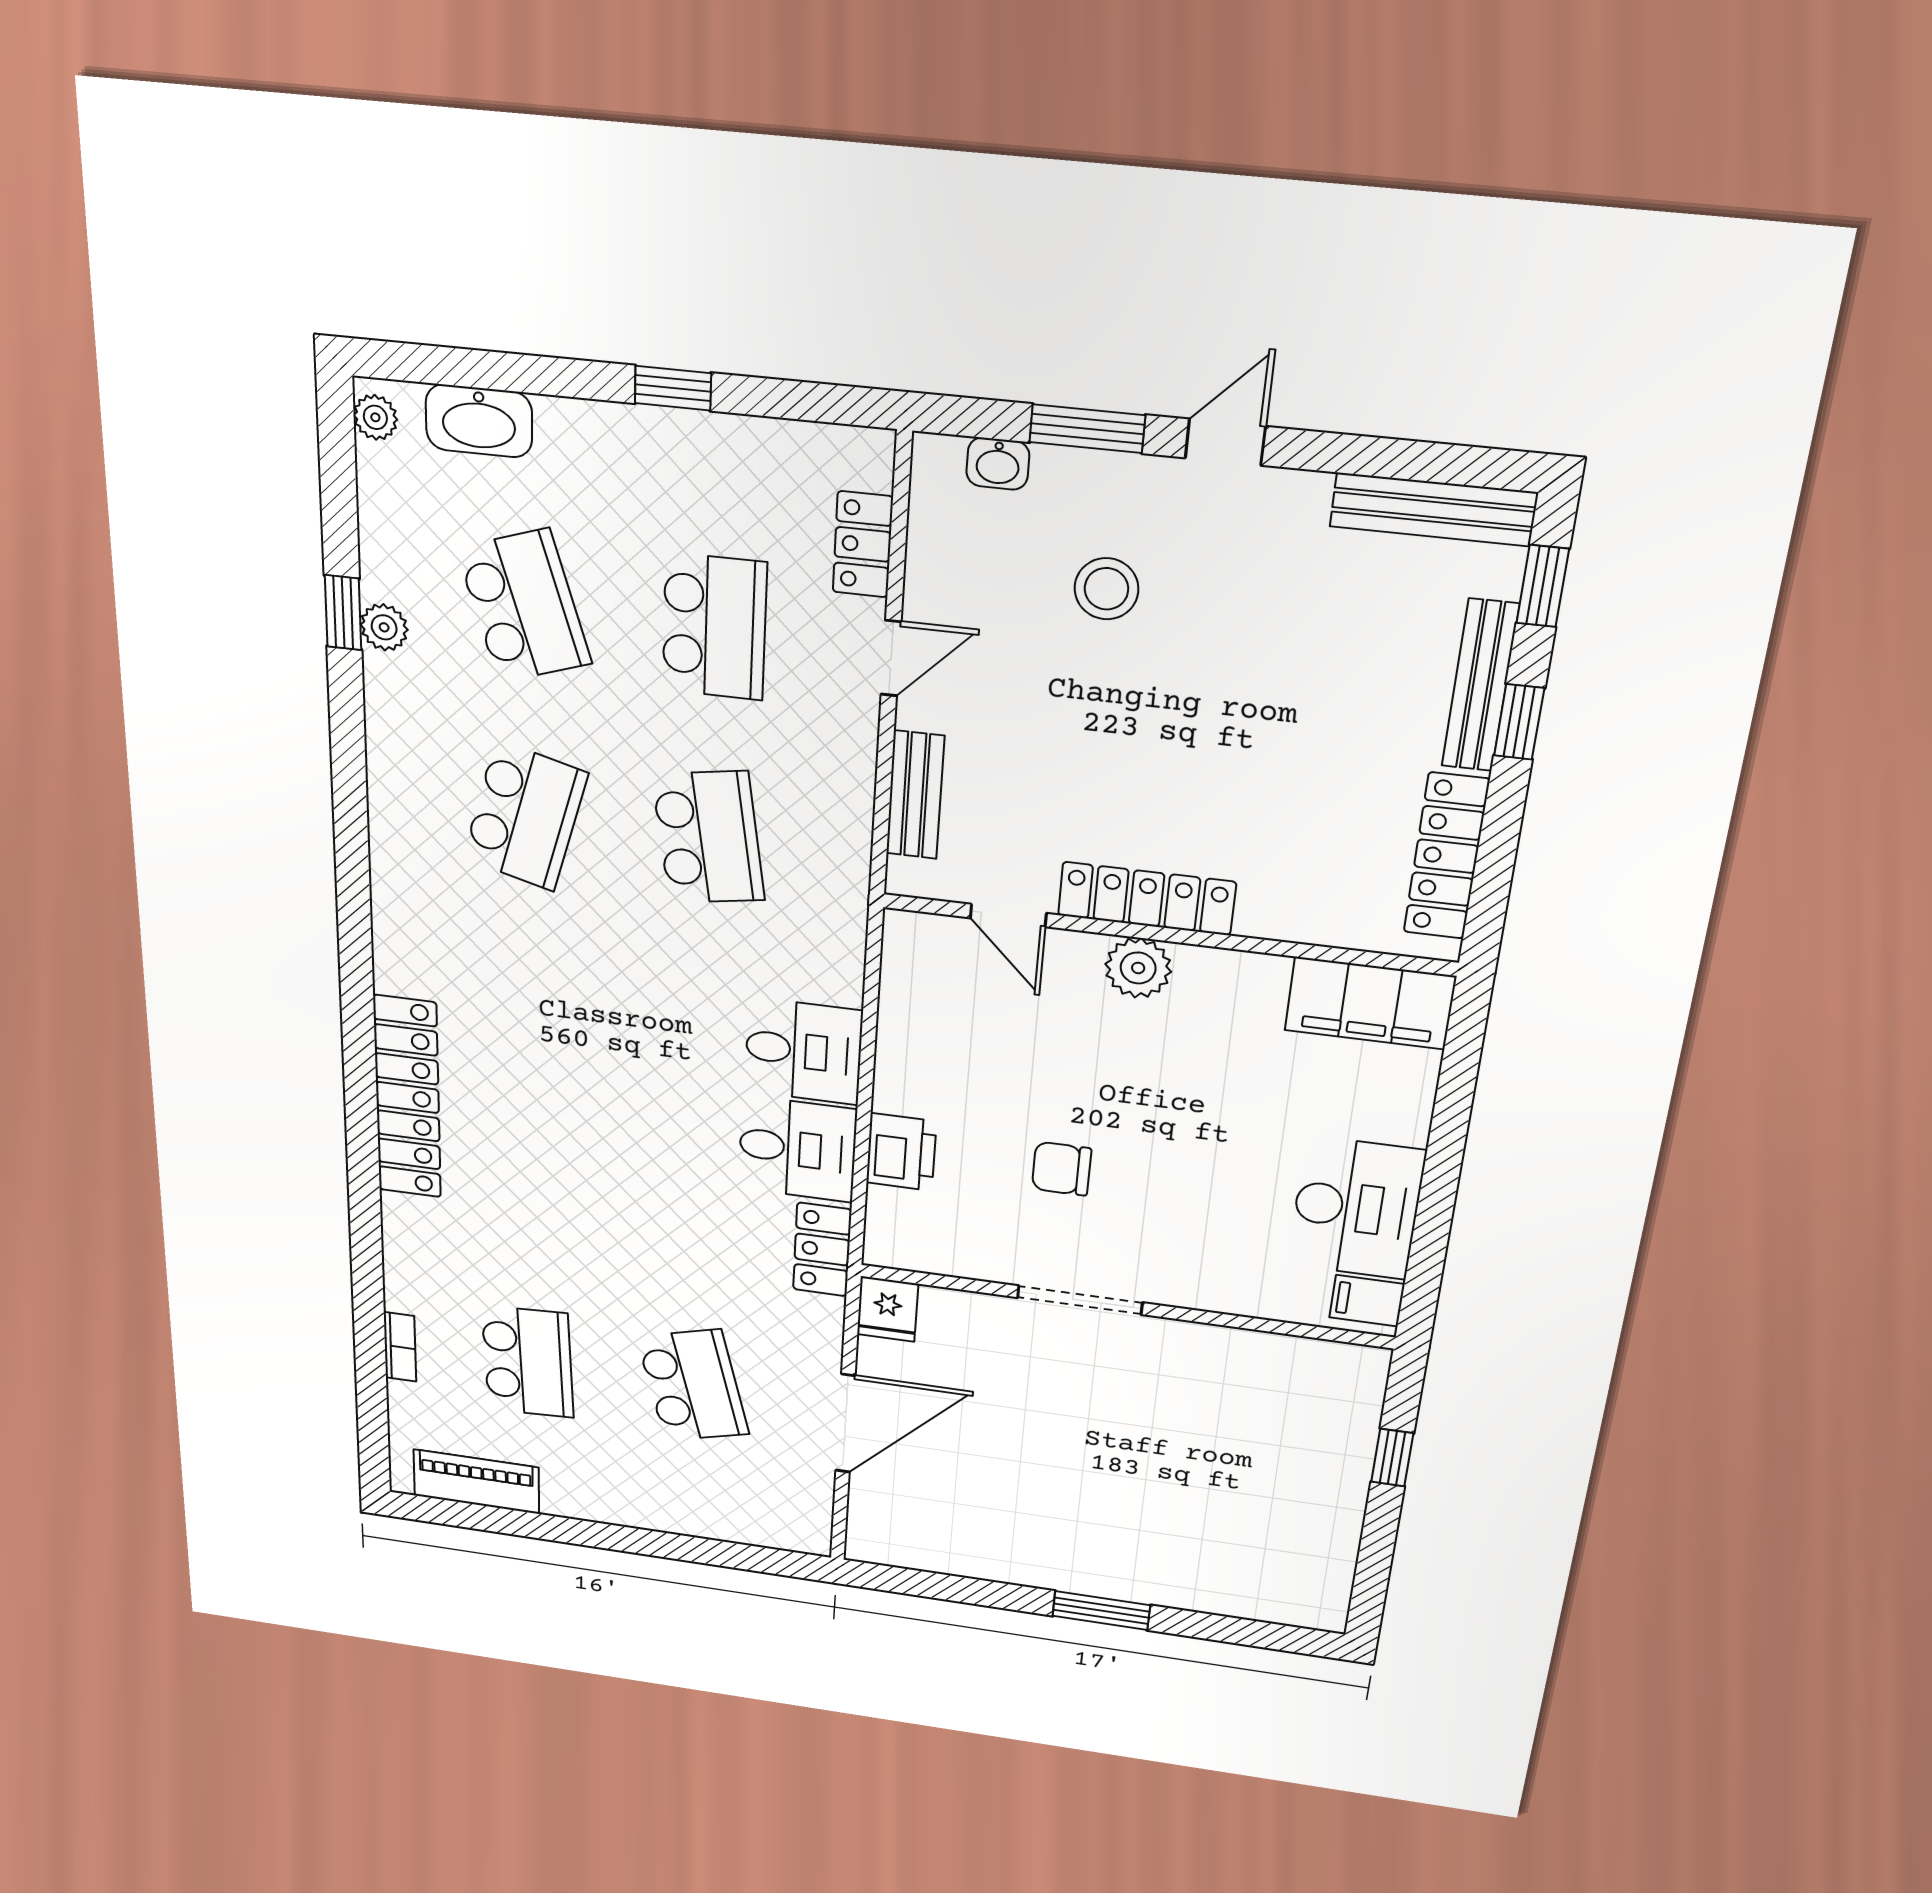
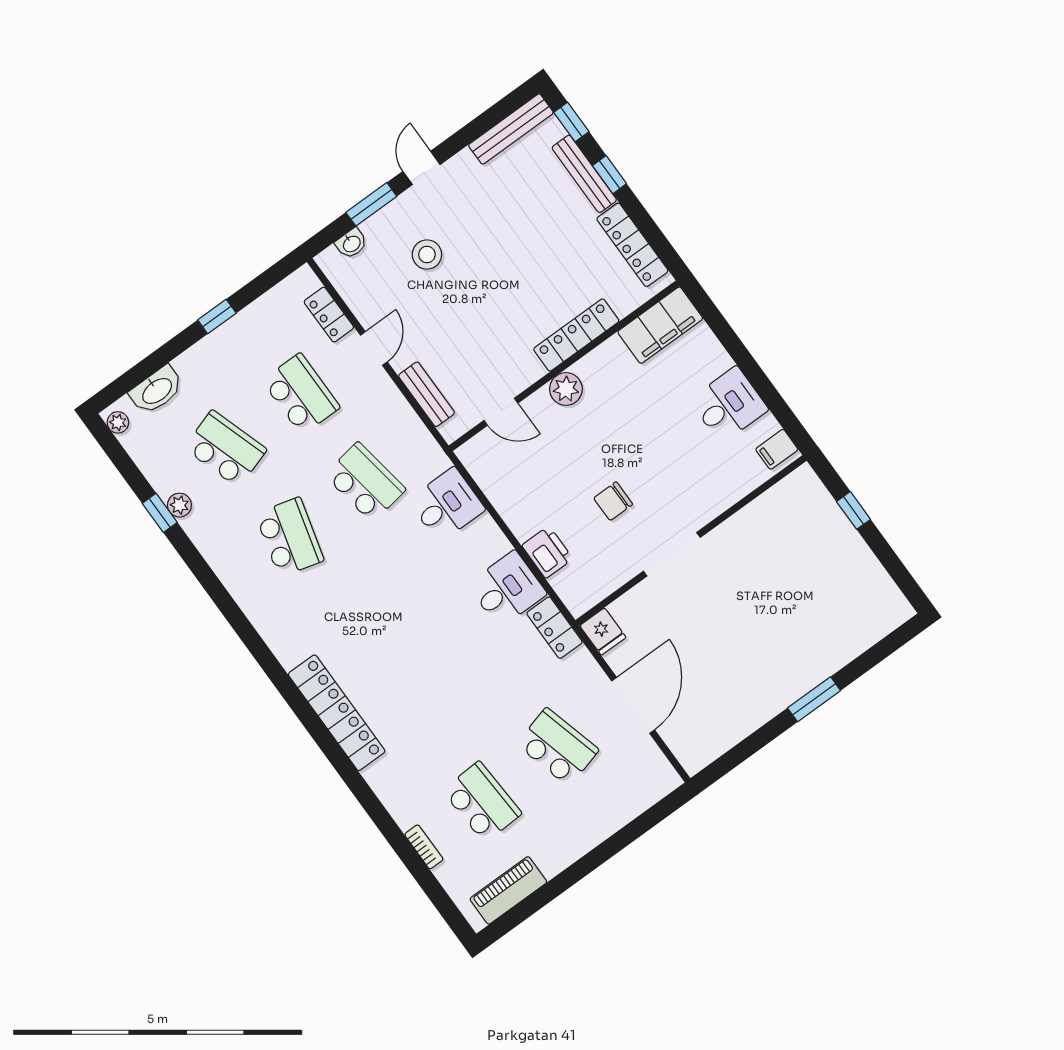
locker: (1147, 899) -> (576, 335), moved
desk: (803, 1051) -> (447, 505), moved
desk: (1356, 1208) -> (729, 405), width x0.73

